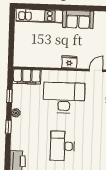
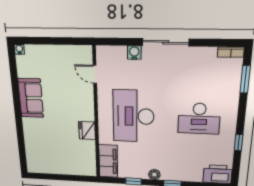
kitchen unit: (39, 16) -> (32, 145), removed
fridge: (69, 62) -> (87, 131), moved

